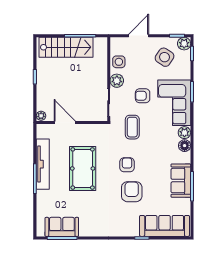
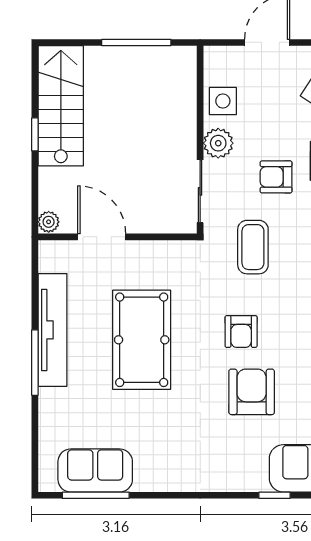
stairs: (66, 47) -> (61, 106), moved, turned -90
armchair: (127, 165) -> (241, 332), turned 180

